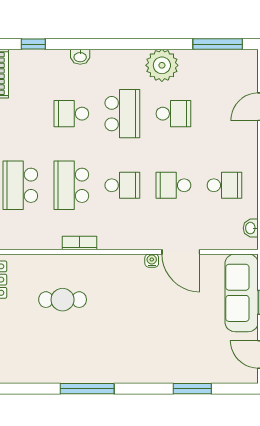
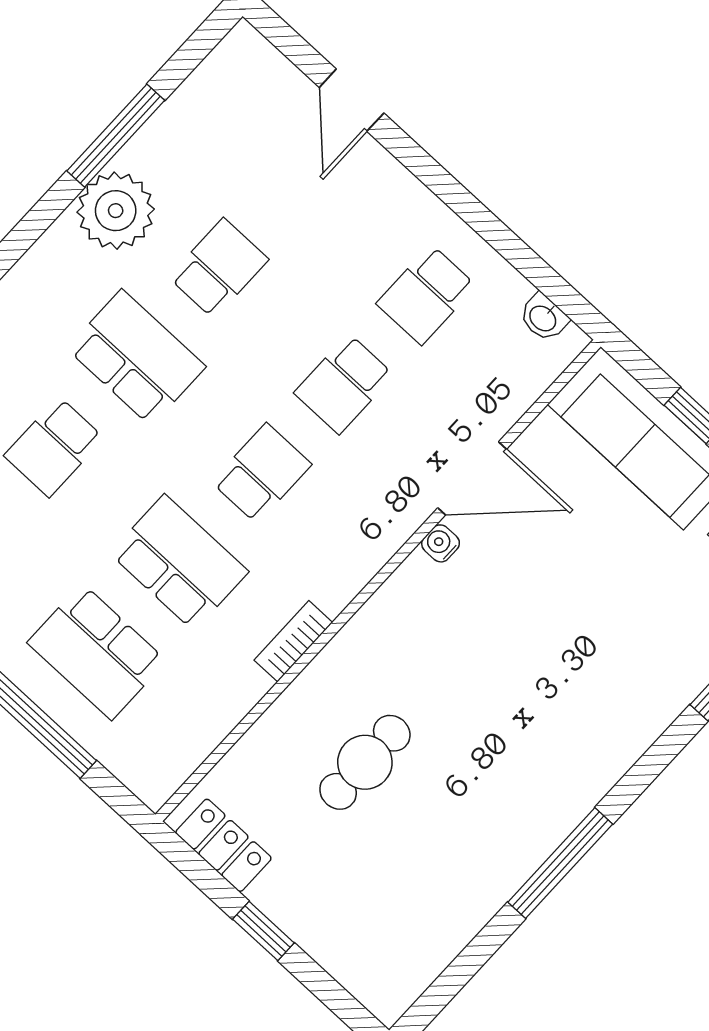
window: (218, 44) -> (116, 136), moved
school desk: (71, 185) -> (179, 562), turned 180
school desk: (224, 185) -> (426, 295), turned 180

